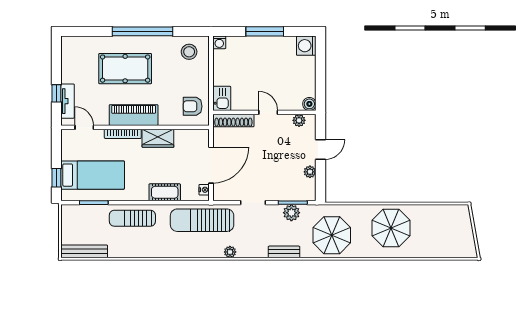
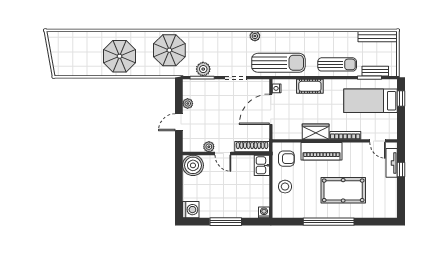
stool: (189, 52) -> (285, 187), moved
boiler: (309, 104) -> (193, 165), width x1.86, depth x1.86
piano: (134, 115) -> (322, 151), moved
plant: (299, 120) -> (209, 147), moved
bench: (284, 252) -> (375, 71), moved

